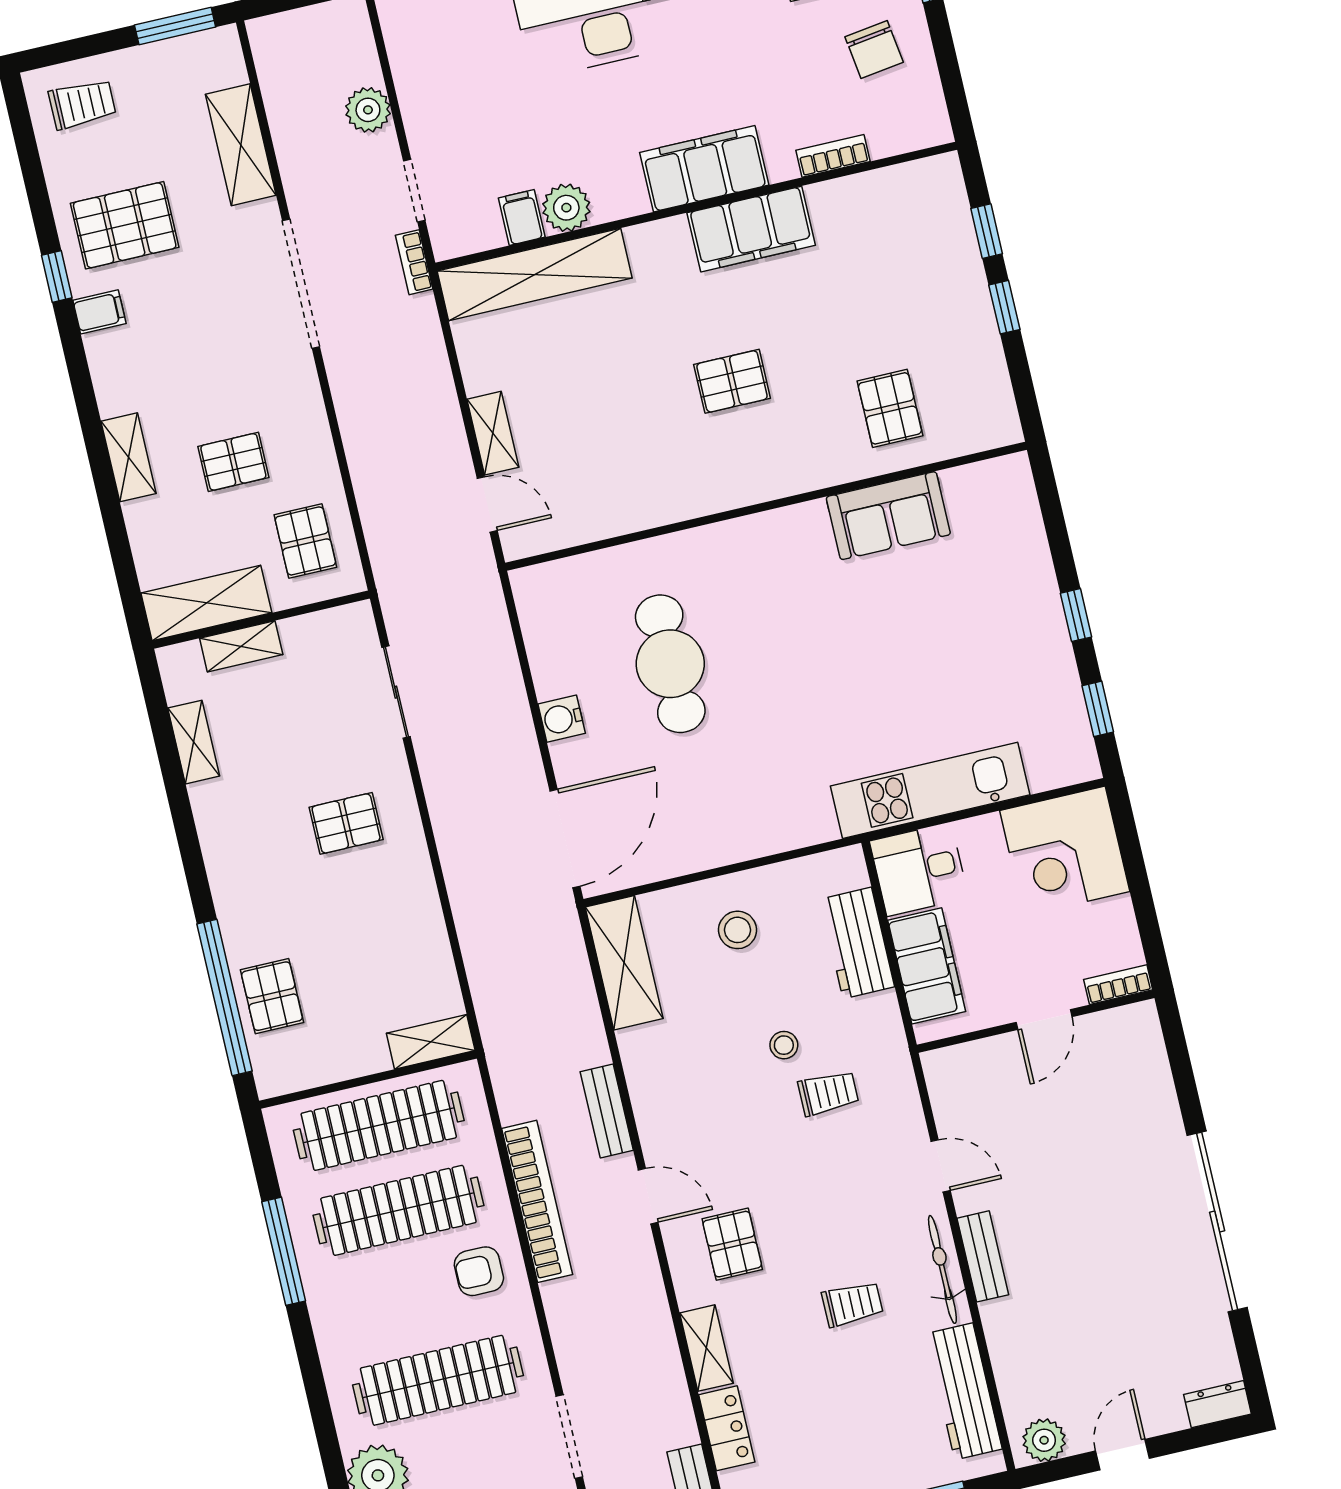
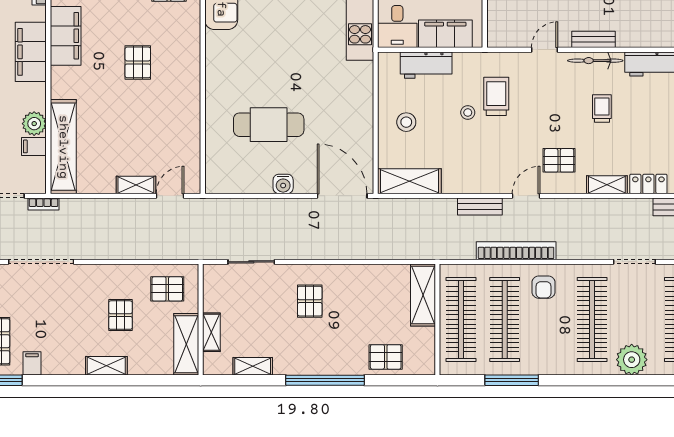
window: (225, 998) -> (325, 380), moved
shelving: (431, 1042) -> (423, 295), width x1.50, depth x1.33
trolley: (828, 1093) -> (496, 96), width x1.36, depth x1.39

